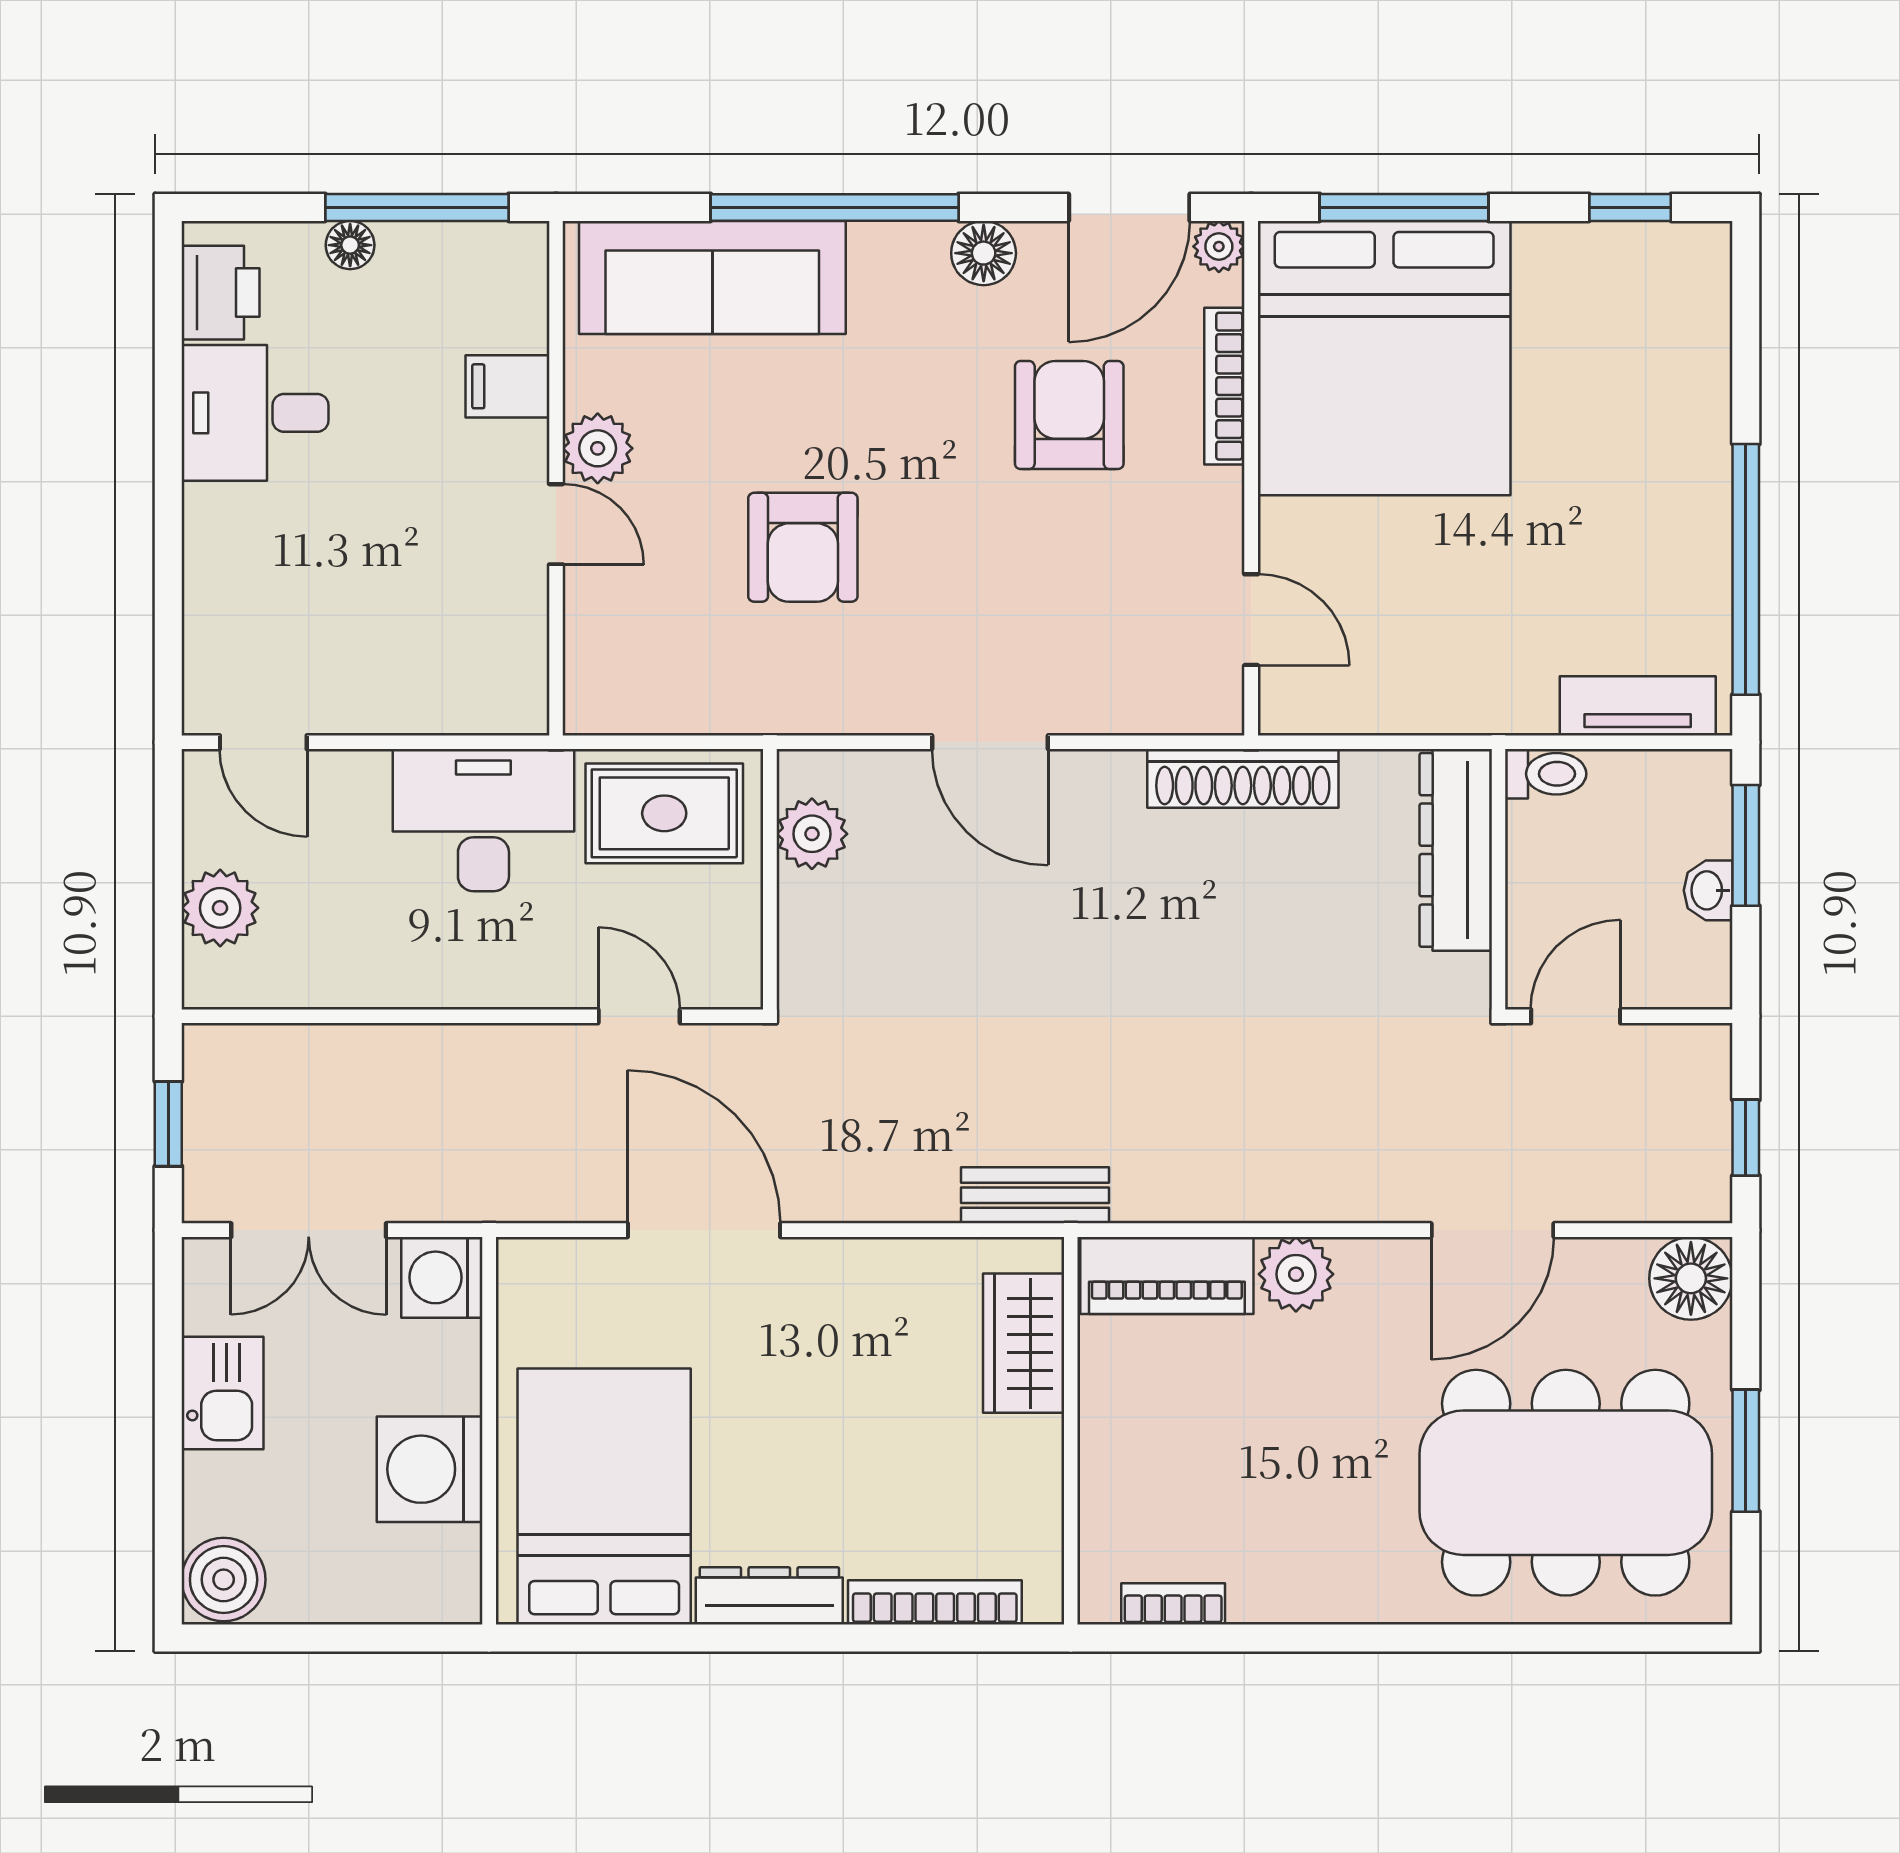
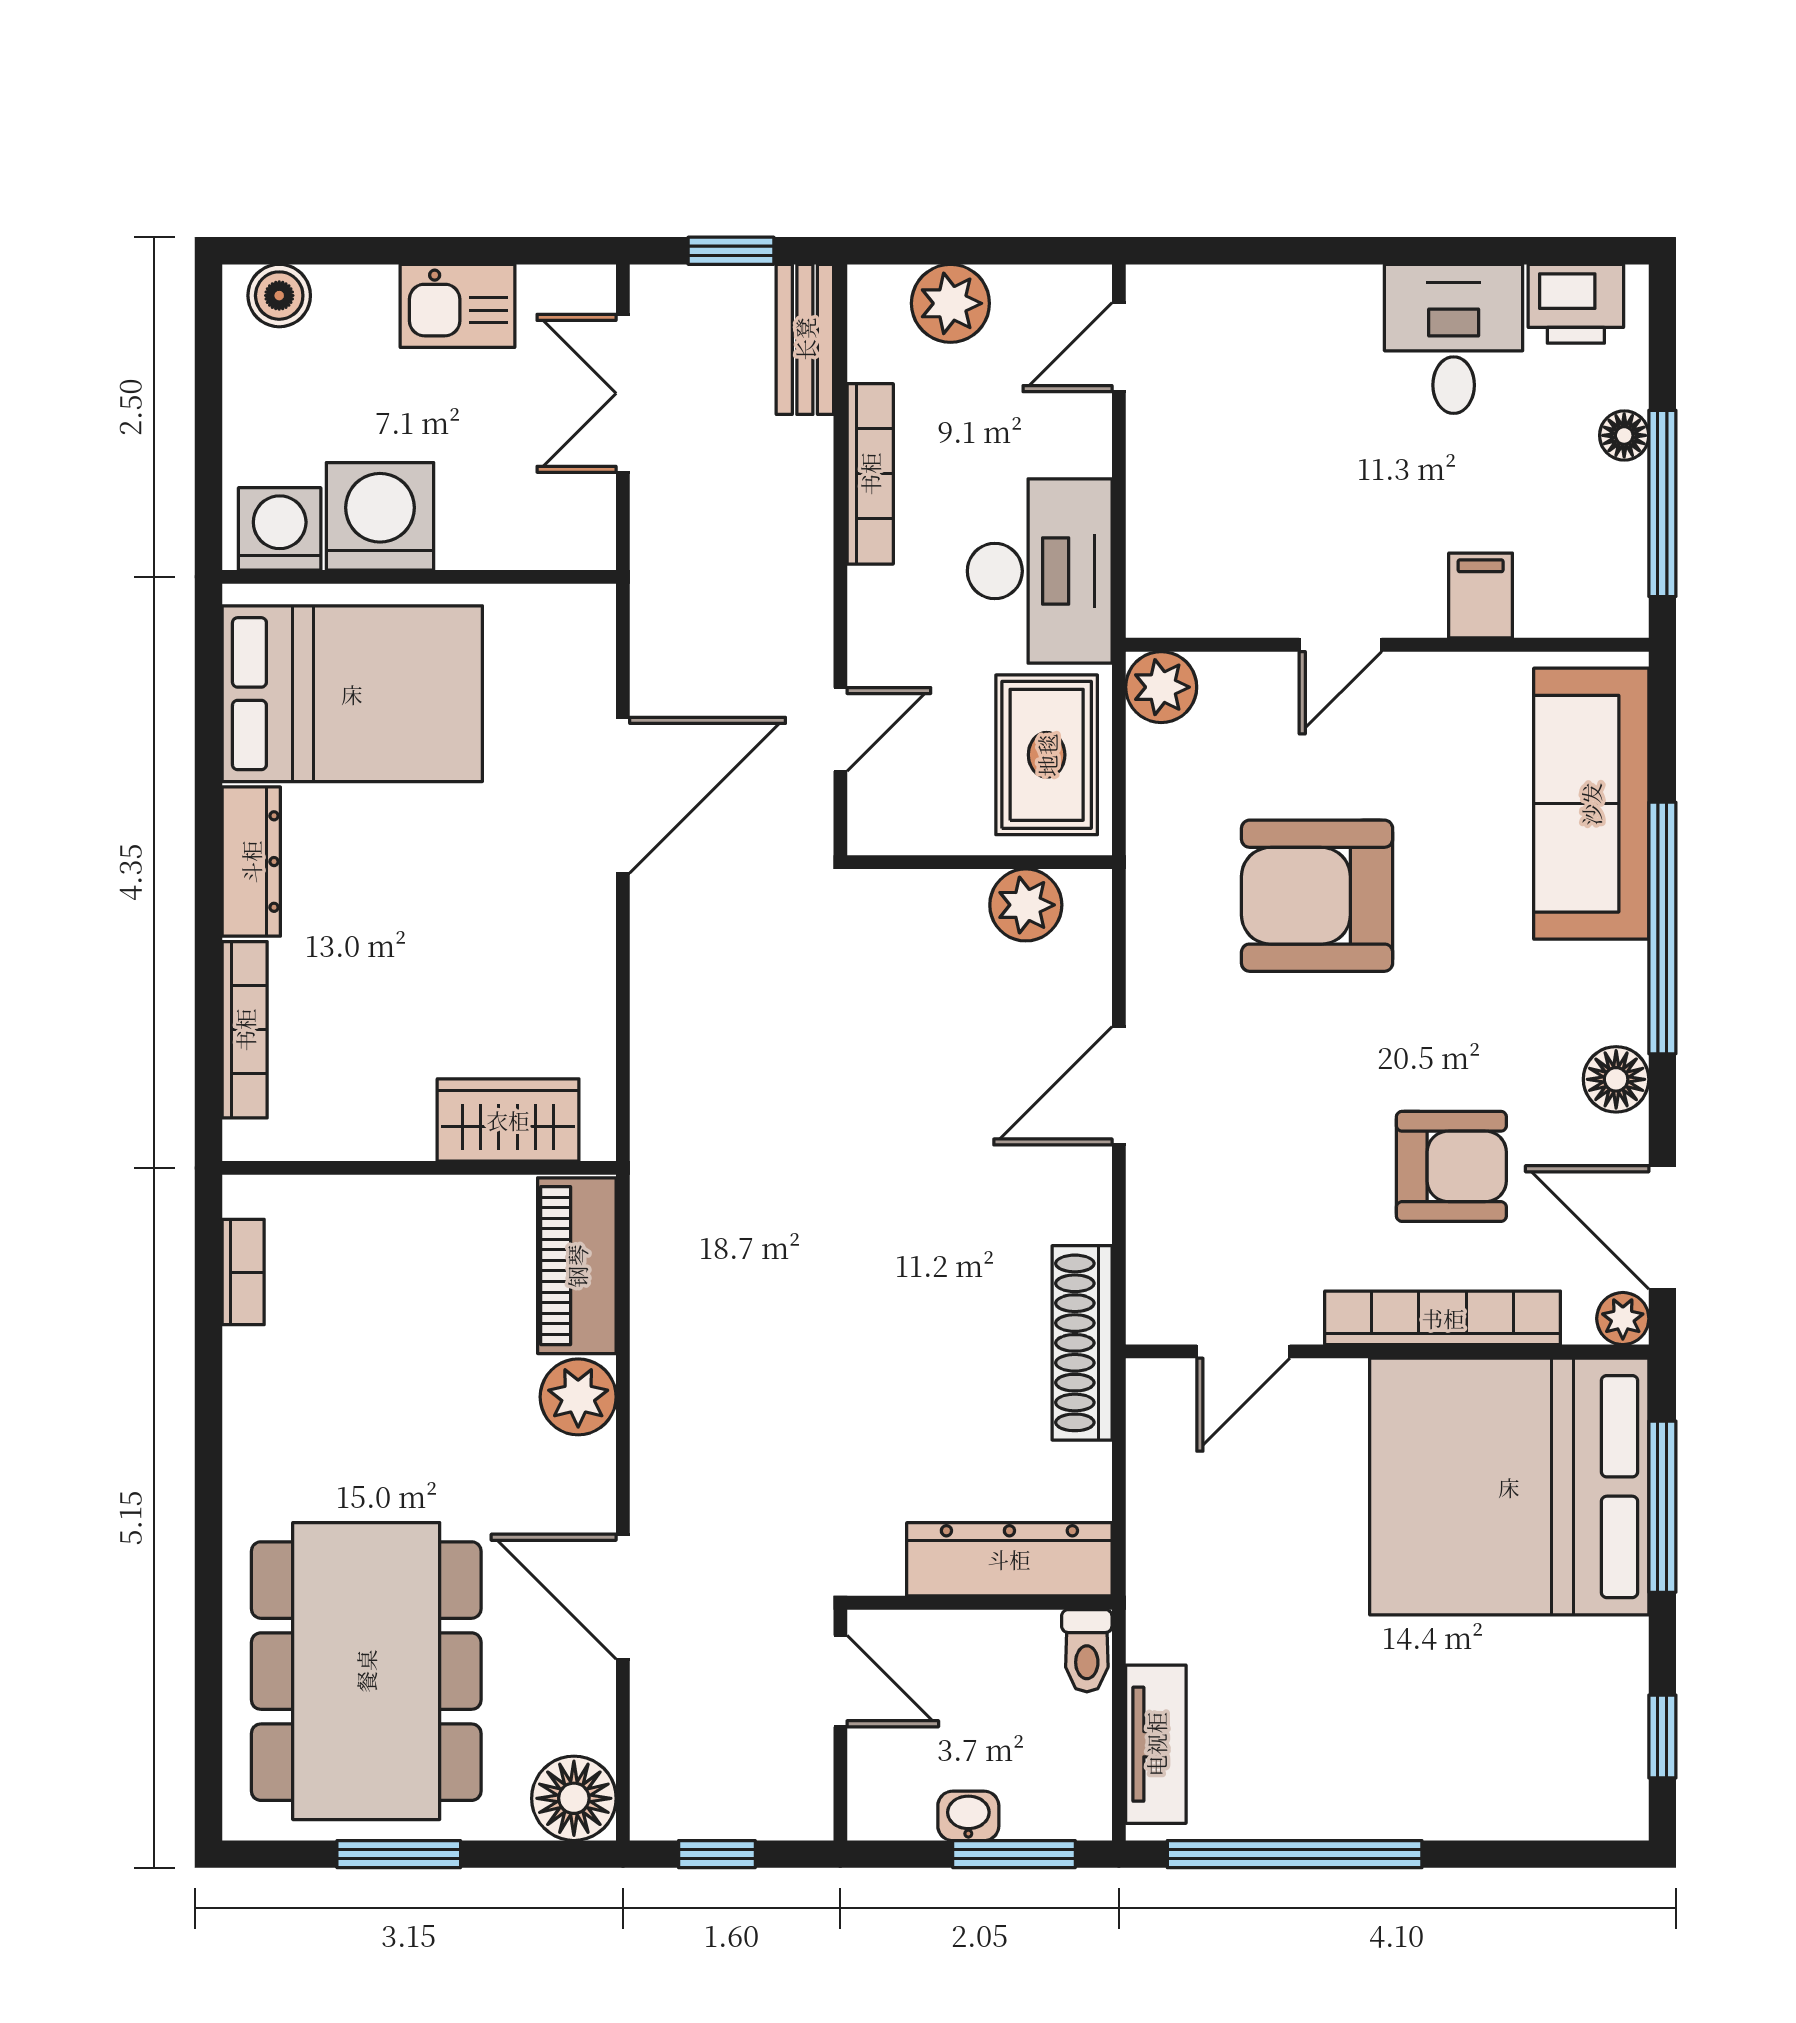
bookcase: (1224, 386) -> (1443, 1318), width x1.48, depth x1.31
plant: (598, 448) -> (1161, 687), moved
armchair: (803, 547) -> (1317, 896), width x1.36, depth x1.36
bookcase: (388, 987) -> (870, 474), added
bench: (1035, 1195) -> (805, 339), moved
washing machine: (442, 1277) -> (280, 529), moved
boiler: (224, 1580) -> (279, 296), width x0.73, depth x0.73

